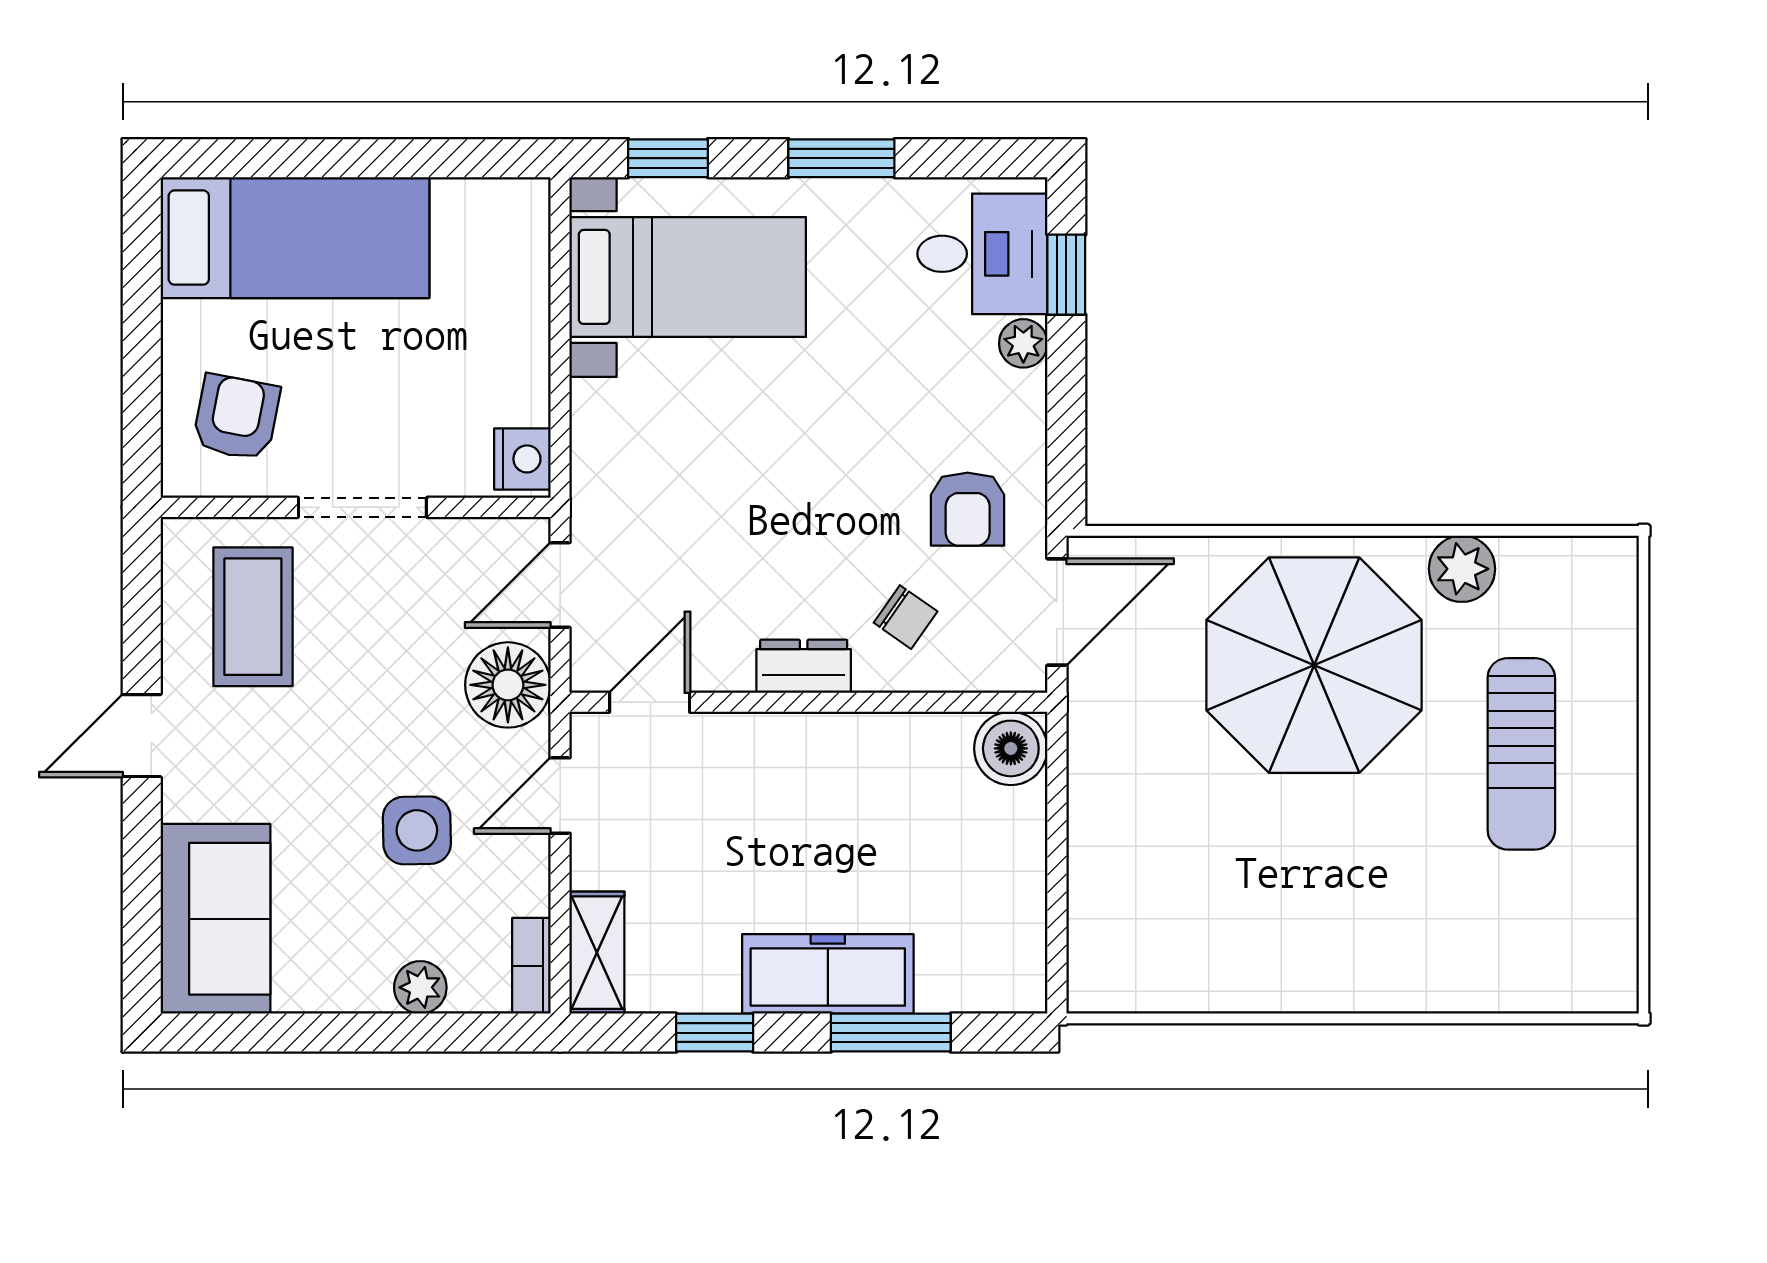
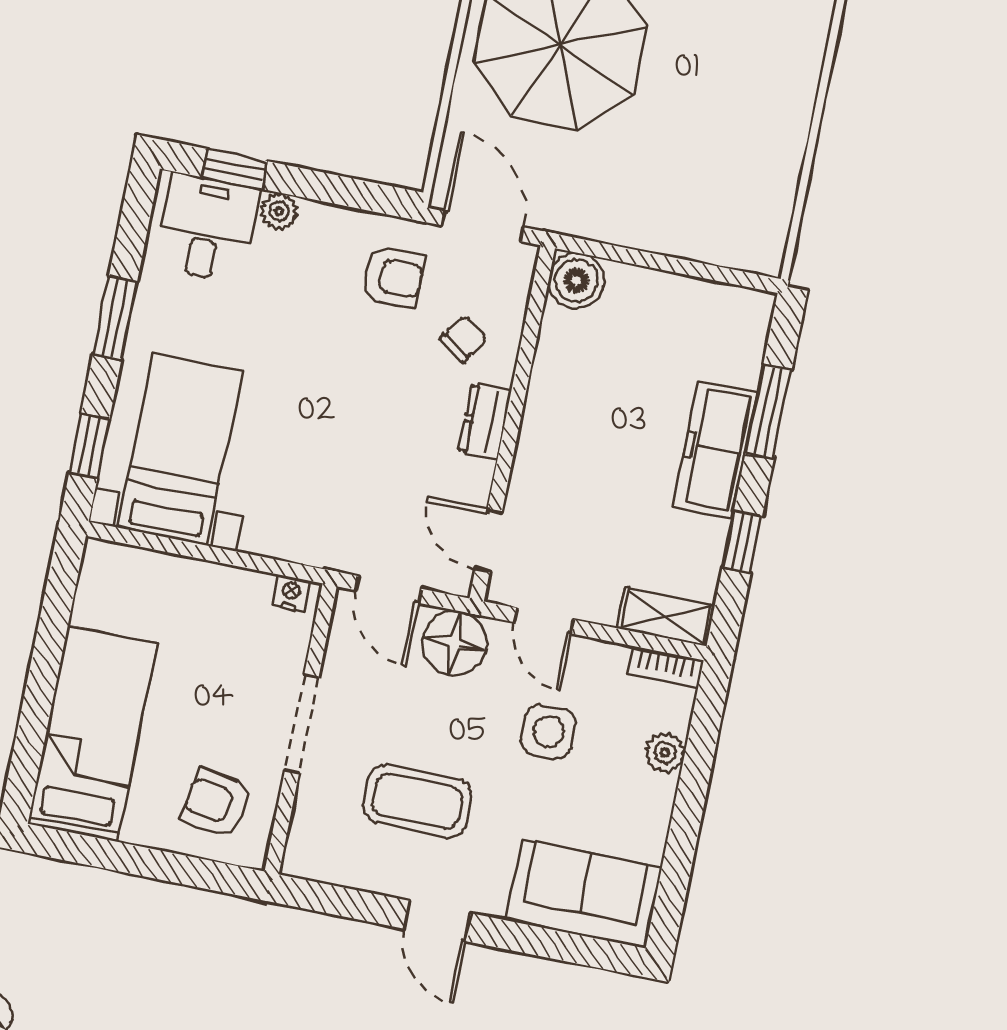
nightstand: (522, 459) -> (291, 593), width x0.72, depth x0.74
coffee table: (253, 617) -> (417, 801), moved

